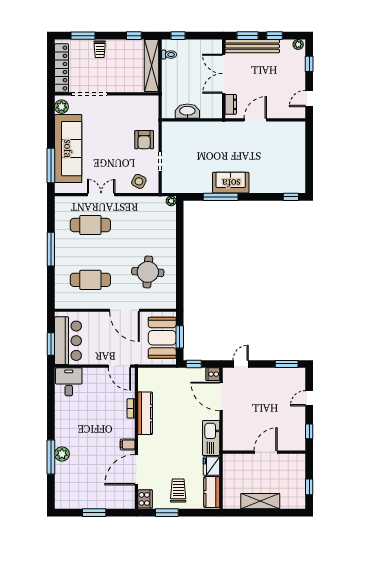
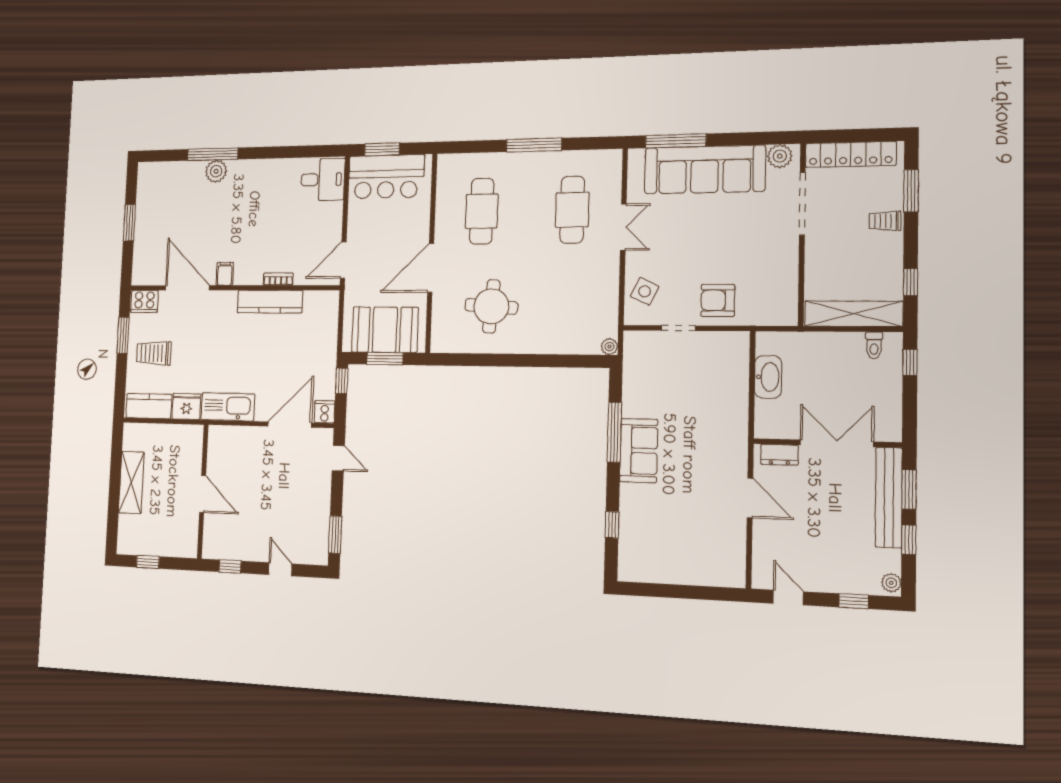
window: (291, 197) -> (612, 525), moved
trolley: (178, 490) -> (154, 353), turned 180

